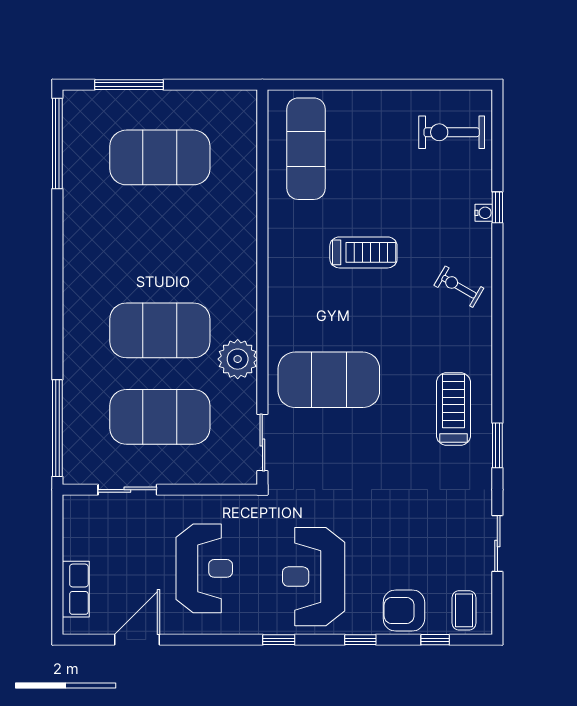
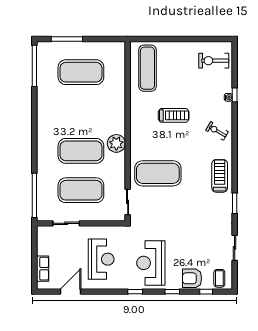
plant: (238, 359) -> (116, 143), moved
treadmill: (453, 409) -> (220, 176), moved

